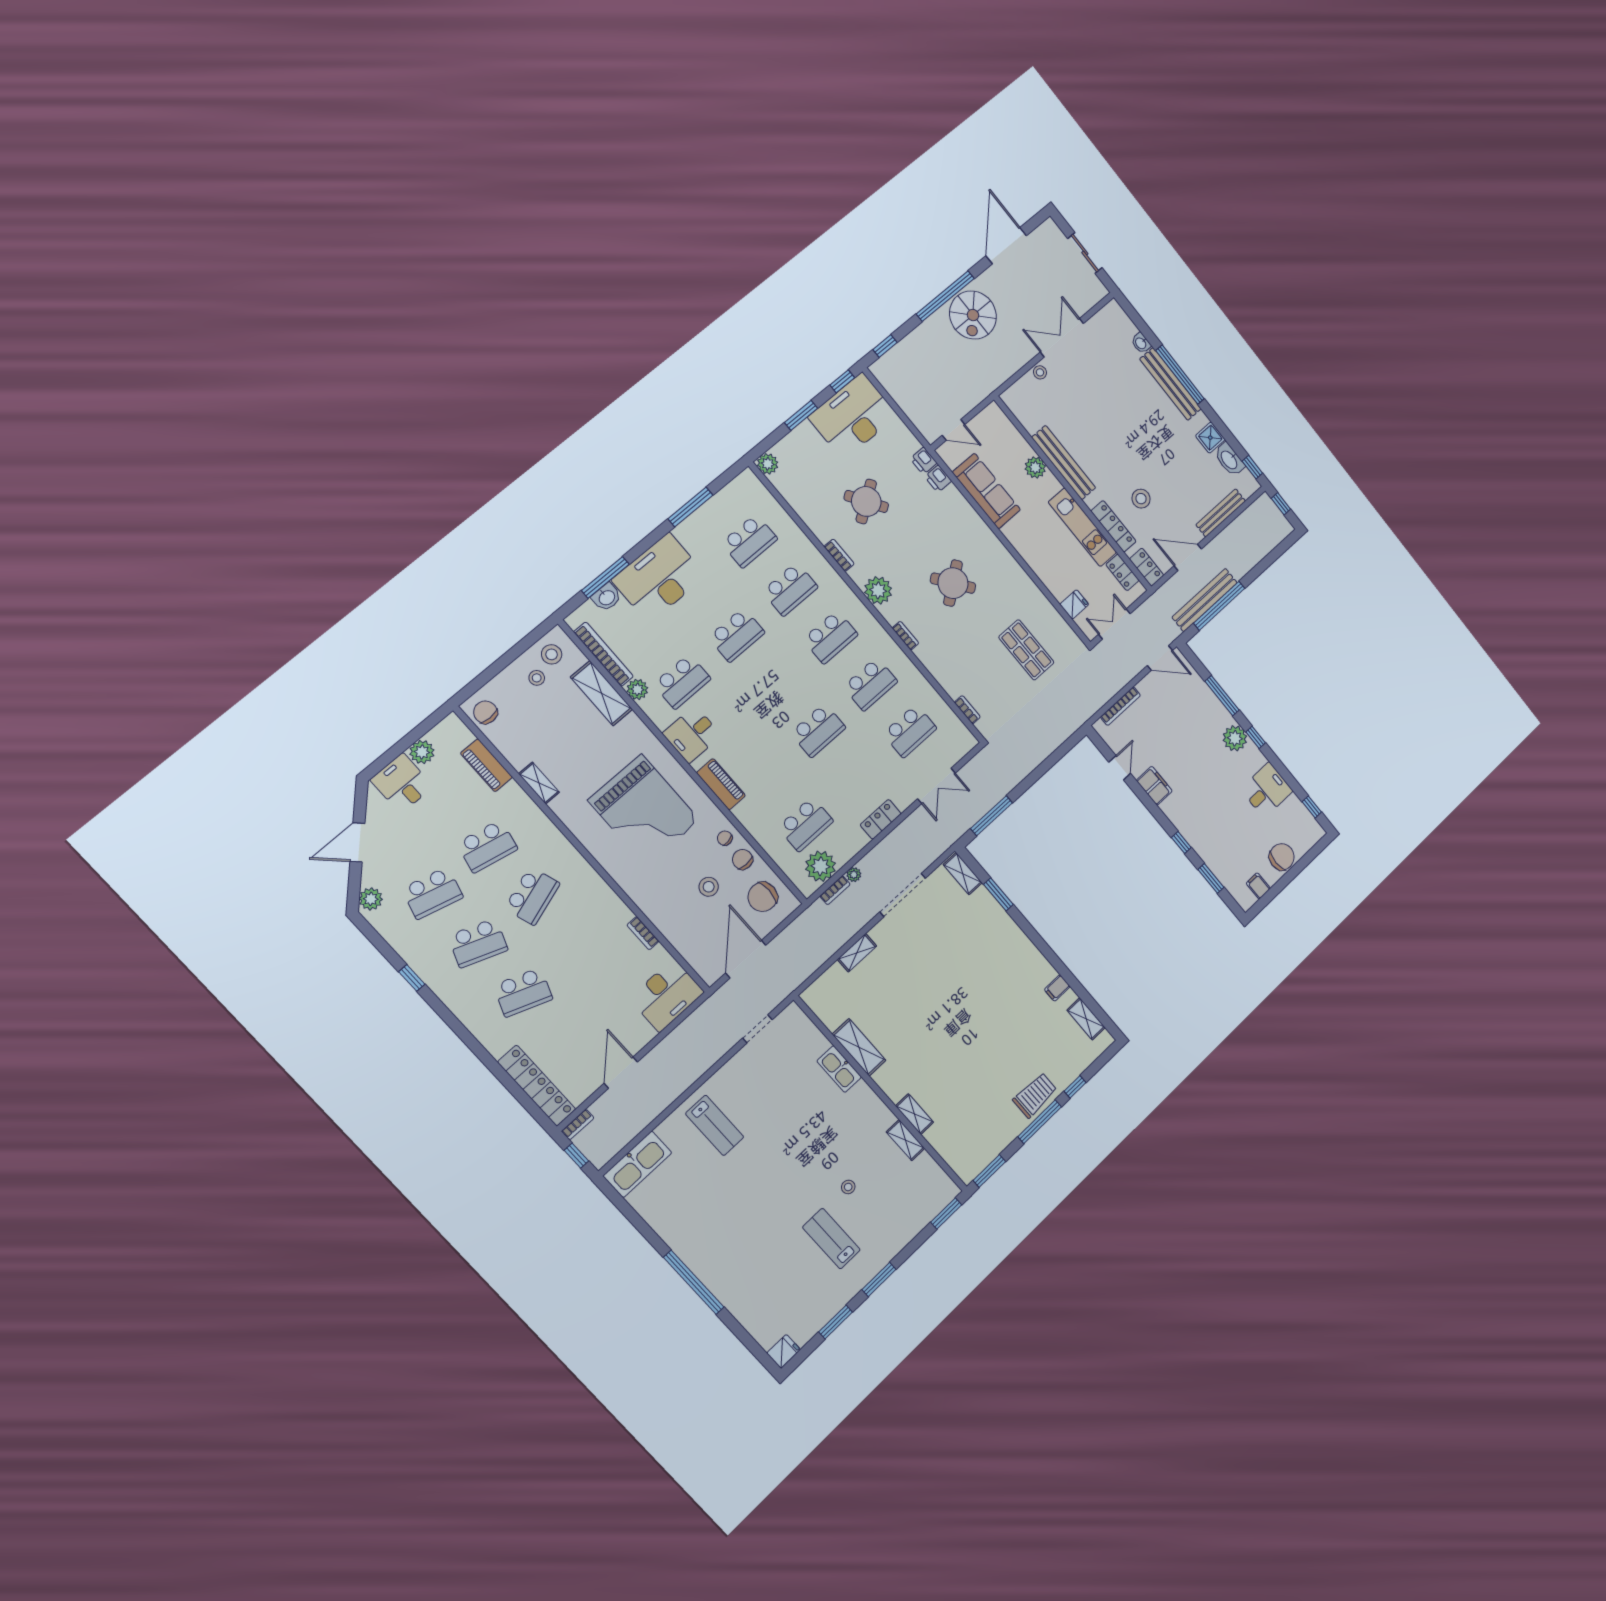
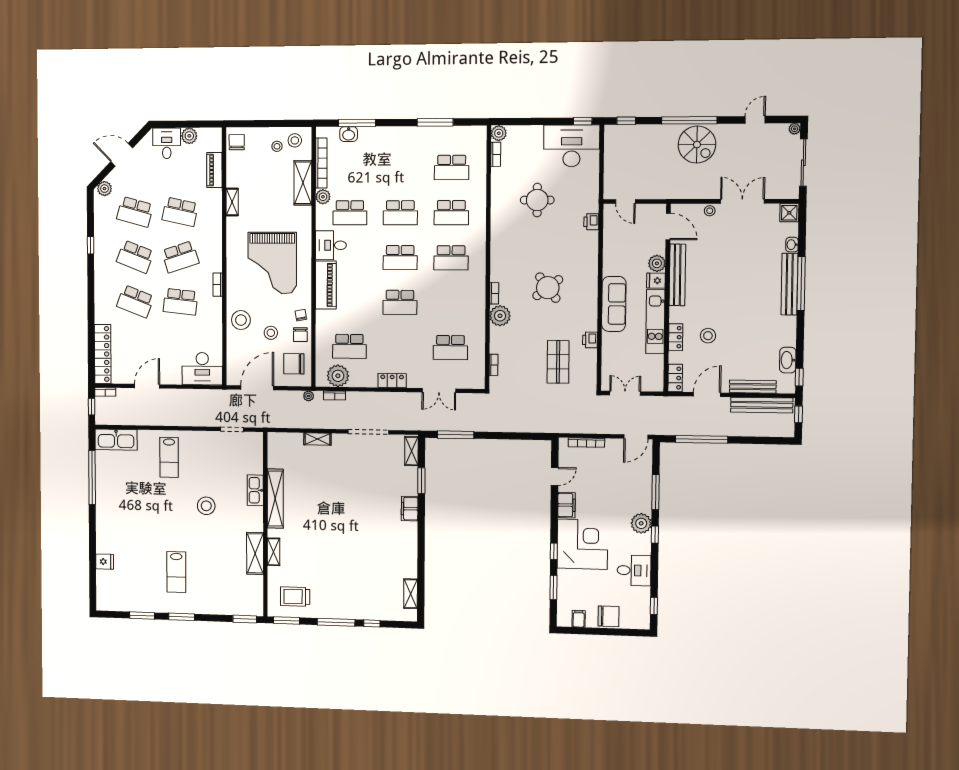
plant: (1049, 226) -> (795, 129), added
door: (1006, 246) -> (755, 120), width x0.53
sliding door: (1085, 253) -> (803, 163), width x1.37
spiral stairs: (973, 315) -> (697, 145), turned -90
window: (801, 415) -> (542, 121), removed
door: (1015, 421) -> (668, 226), added
shower: (1210, 438) -> (789, 213), moved
printer: (924, 461) -> (590, 340), moved
sofa: (986, 491) -> (614, 304), moved
round table: (866, 501) -> (537, 200), turned 34
locker: (1114, 526) -> (676, 337), width x0.66
bookcase: (839, 555) -> (496, 154), moved
door: (1188, 557) -> (707, 394), hinge flipped
locker: (1122, 572) -> (657, 368), removed
desk: (659, 578) -> (385, 147), removed
plant: (878, 590) -> (500, 316), moved
bench: (1205, 600) -> (762, 405), moved
fridge: (1074, 604) -> (656, 281), moved, turned 180
door: (1160, 658) -> (636, 437), hinge flipped
school desk: (870, 684) -> (400, 258), moved
piano: (721, 784) -> (326, 285), width x1.37, depth x1.33
corner desk: (1201, 810) -> (582, 544), added
chair: (743, 859) -> (300, 335), turned 180
plant: (854, 875) -> (309, 396), moved
stool: (663, 903) -> (241, 320), added
bookcase: (643, 933) -> (218, 285), moved
school desk: (577, 945) -> (180, 302), added
filing cabinet: (1057, 988) -> (410, 509), moved, width x2.00
shelving: (859, 1047) -> (275, 499), width x1.47
trolley: (1035, 1095) -> (295, 597), moved, turned 180
shelving: (905, 1140) -> (255, 553), width x1.50, depth x1.33
stool: (848, 1187) -> (206, 506), moved, width x1.89, depth x1.89
lab bench: (831, 1239) -> (176, 572), turned 180
window: (694, 1282) -> (92, 477), moved
fridge: (784, 1351) -> (105, 562), moved

